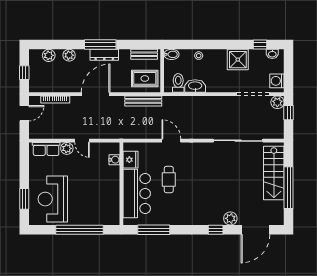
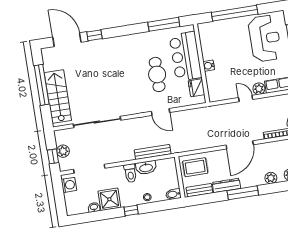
window: (260, 45) -> (131, 211), moved
washbasin: (272, 54) -> (94, 207), moved
dresser: (104, 55) -> (226, 185), moved
toilet: (178, 83) -> (130, 173), moved
bench: (143, 101) -> (153, 152), moved
plant: (277, 102) -> (63, 151), moved
water cooler: (114, 160) -> (209, 66), moved
cafe table: (169, 180) -> (157, 74), width x1.37, depth x1.35
plant: (230, 218) -> (92, 47), removed
window: (216, 230) -> (94, 35), moved
door: (255, 230) -> (67, 40), hinge flipped

